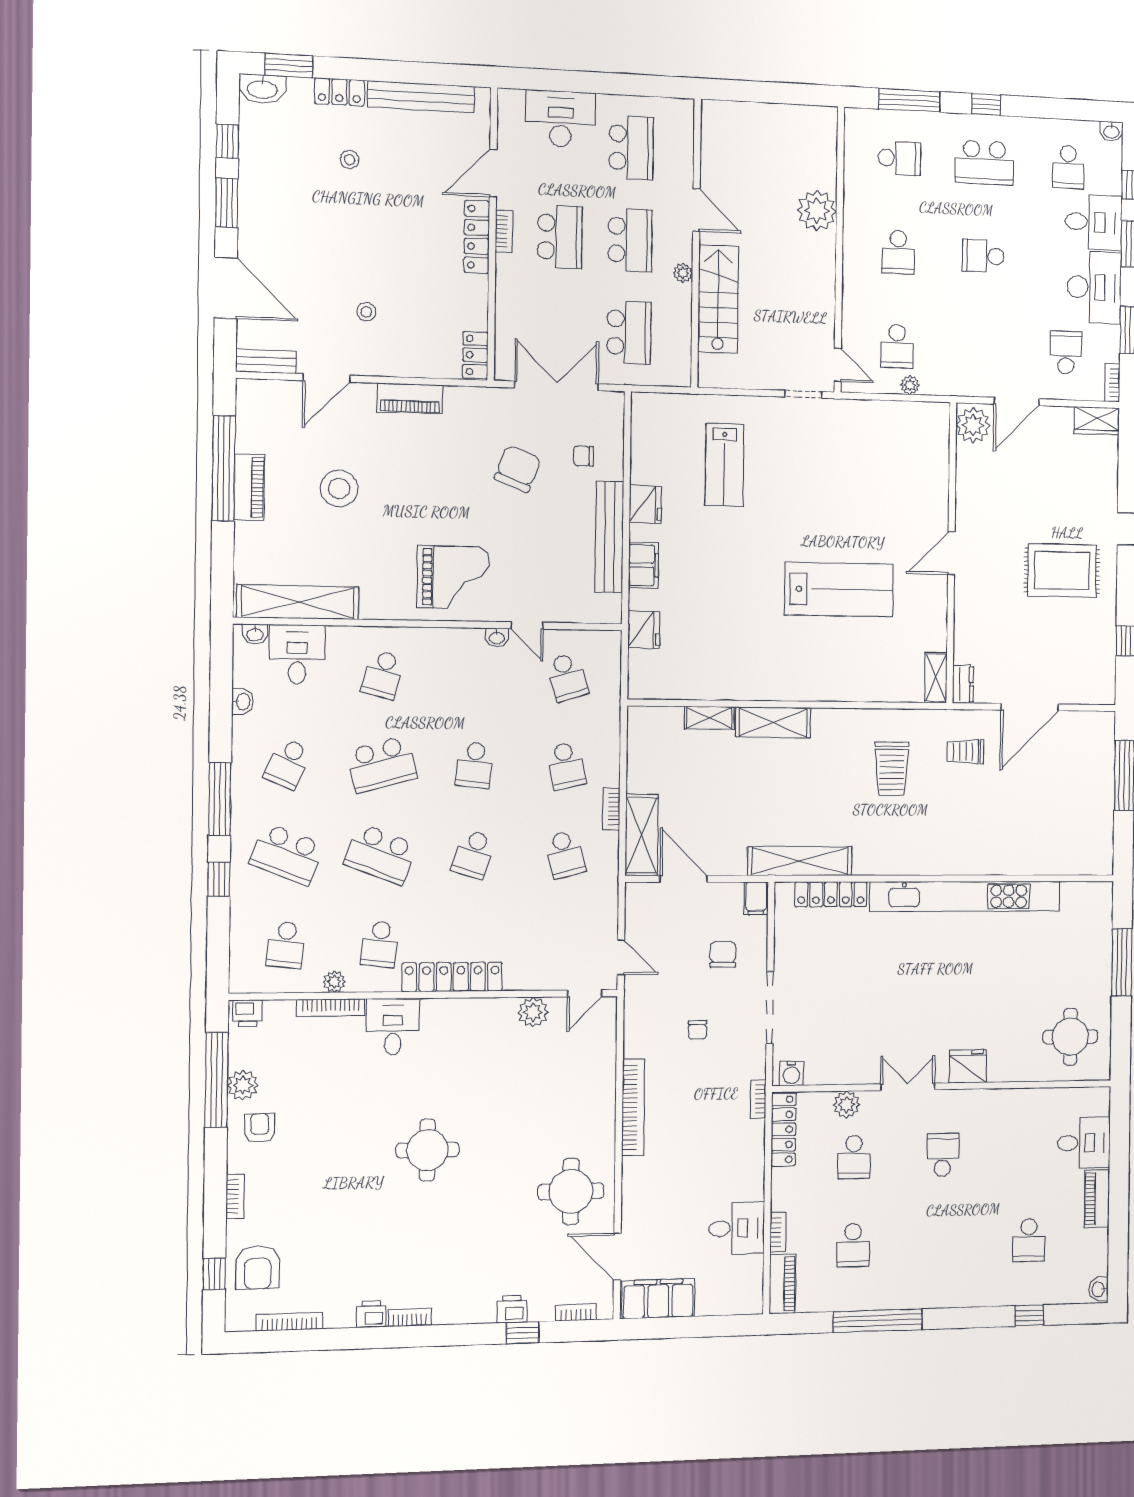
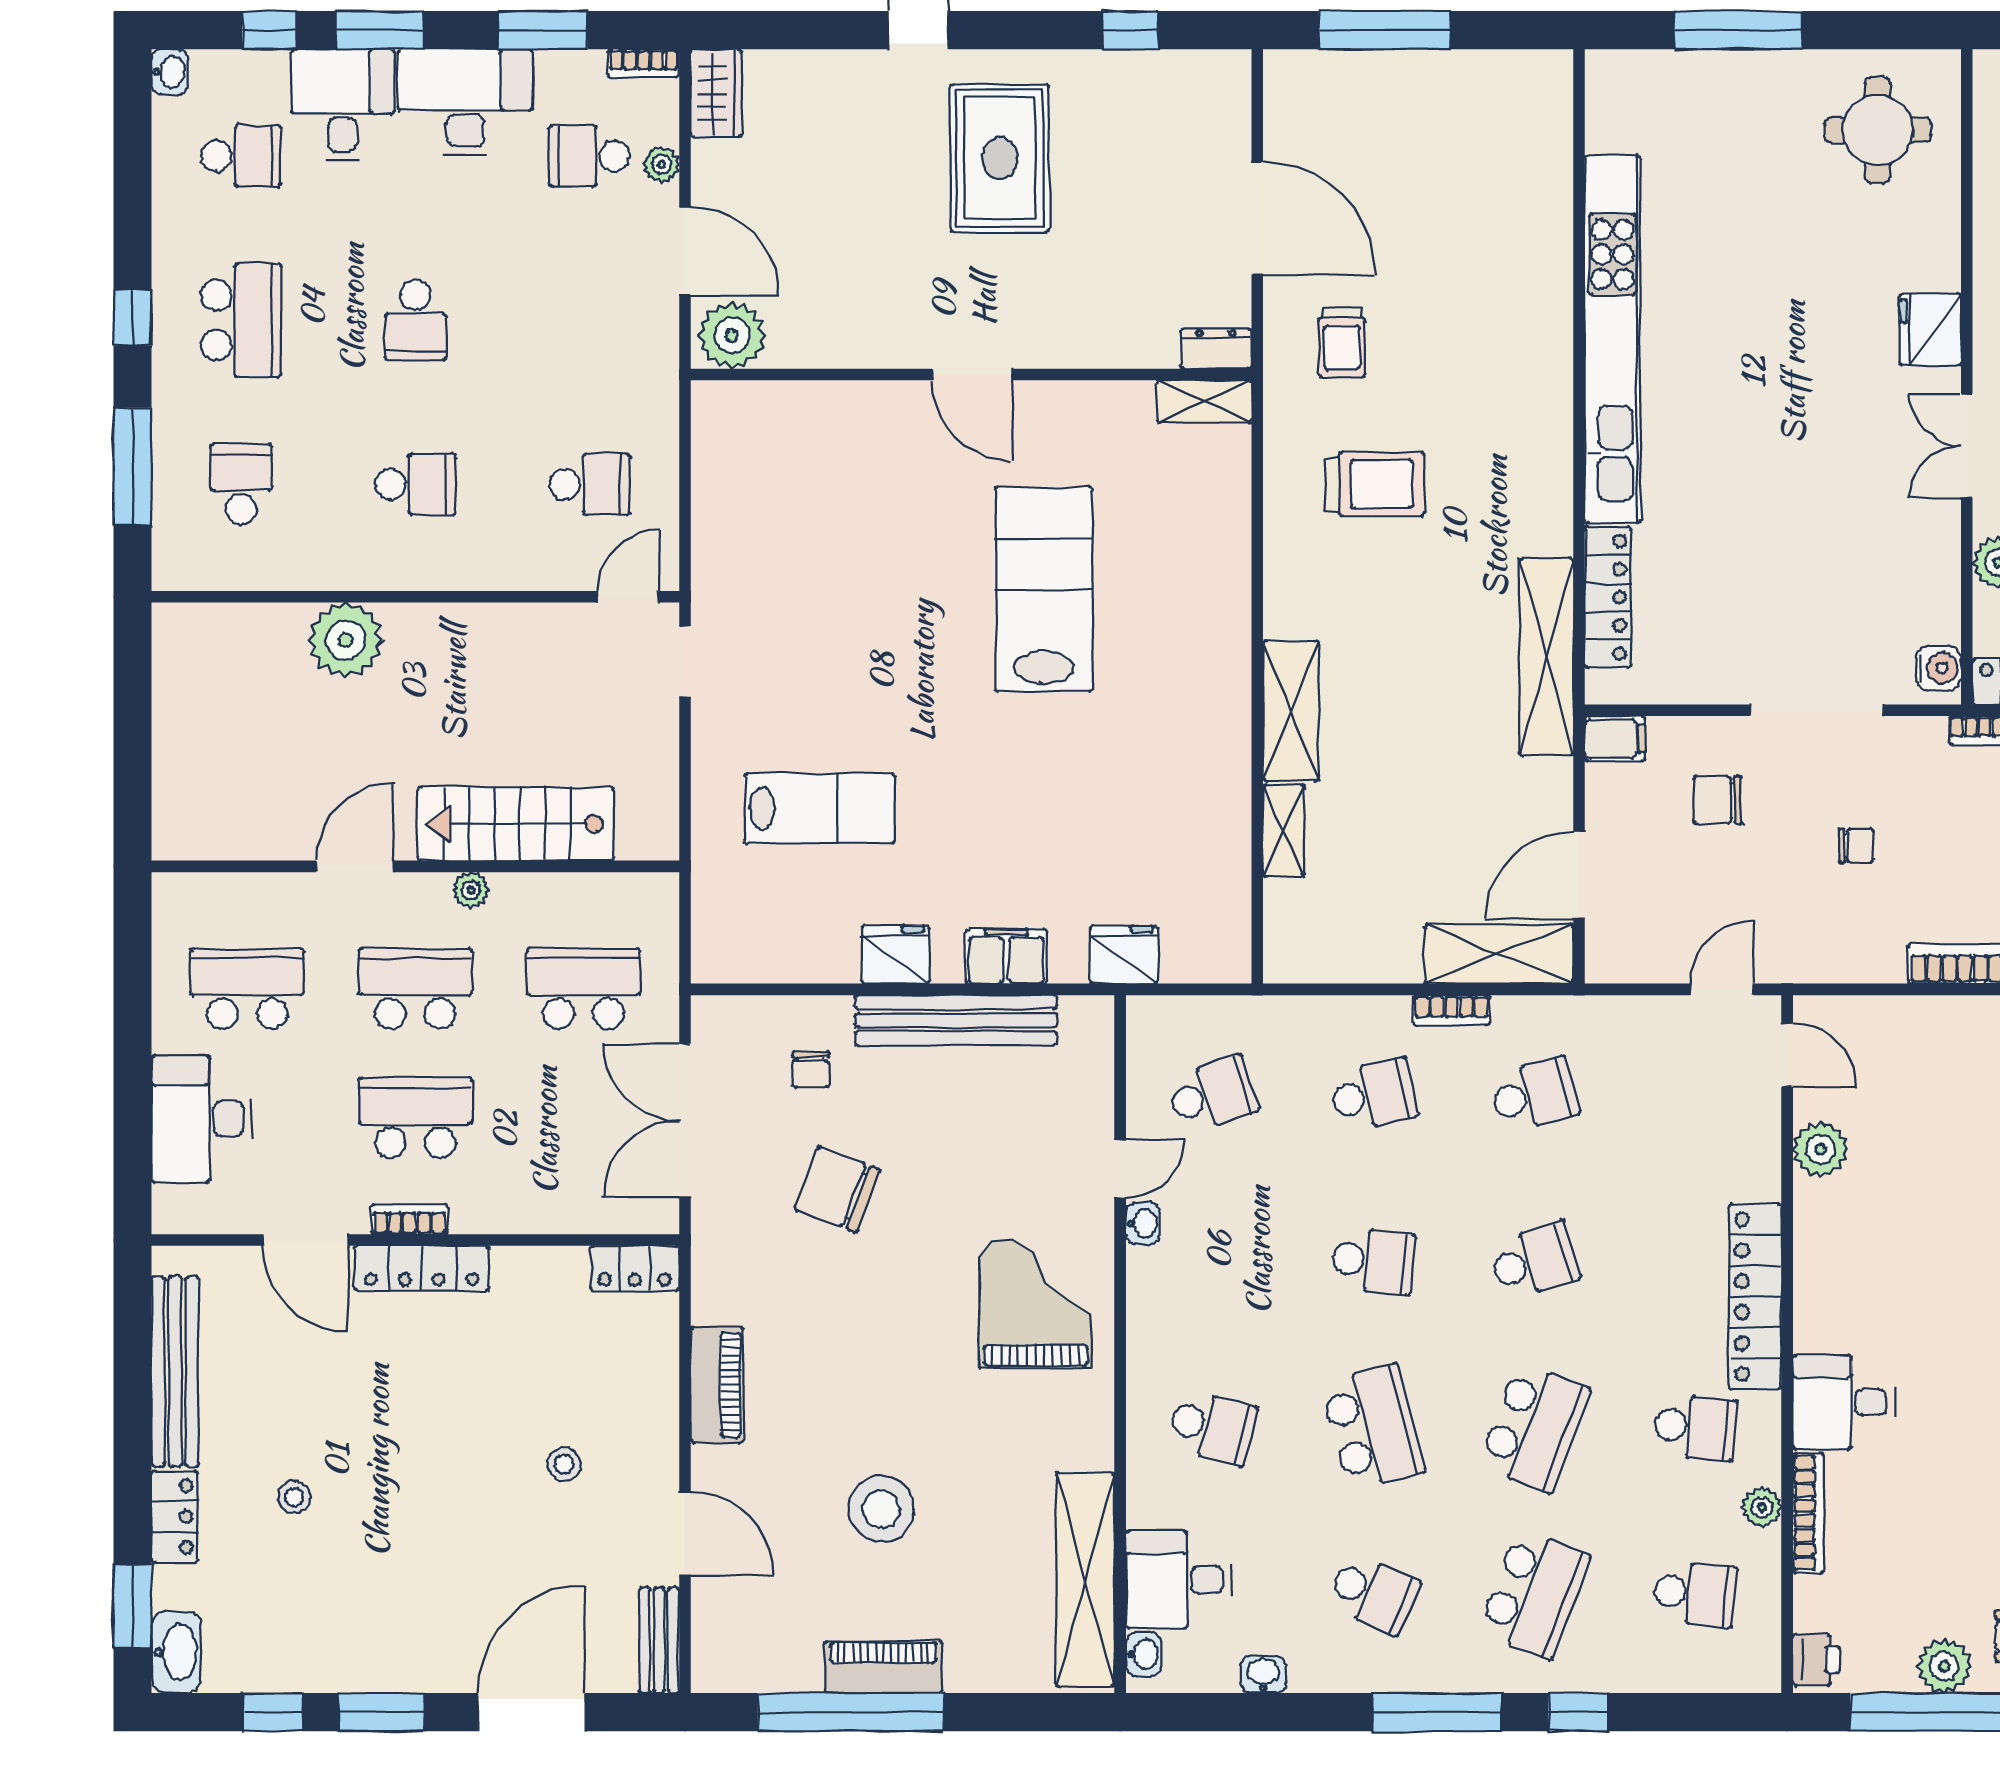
plant: (910, 385) -> (661, 164), moved
school desk: (473, 854) -> (1534, 1261), turned -36

